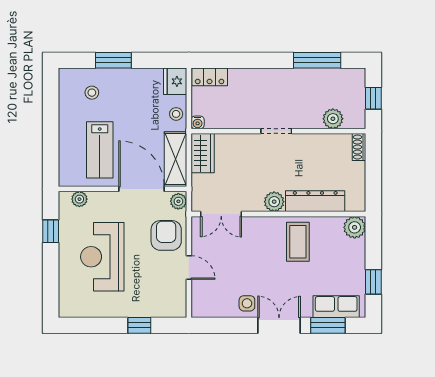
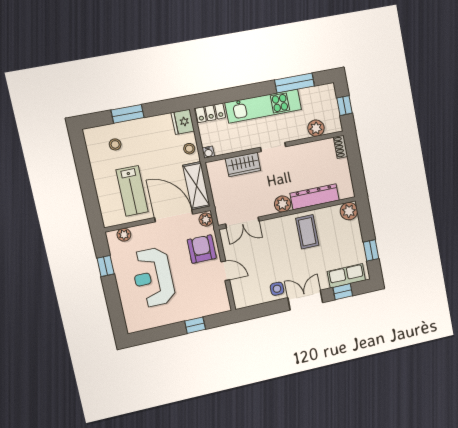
kitchen unit: (274, 81) -> (263, 106), added
wardrobe: (203, 153) -> (243, 164), moved, turned 90
window: (328, 325) -> (343, 292), width x0.67

